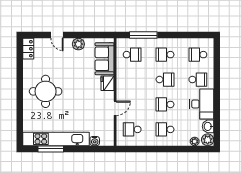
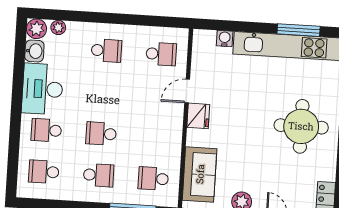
school desk: (198, 55) -> (44, 172), turned 180
fridge: (108, 83) -> (198, 116), moved
school desk: (165, 104) -> (104, 92), removed

